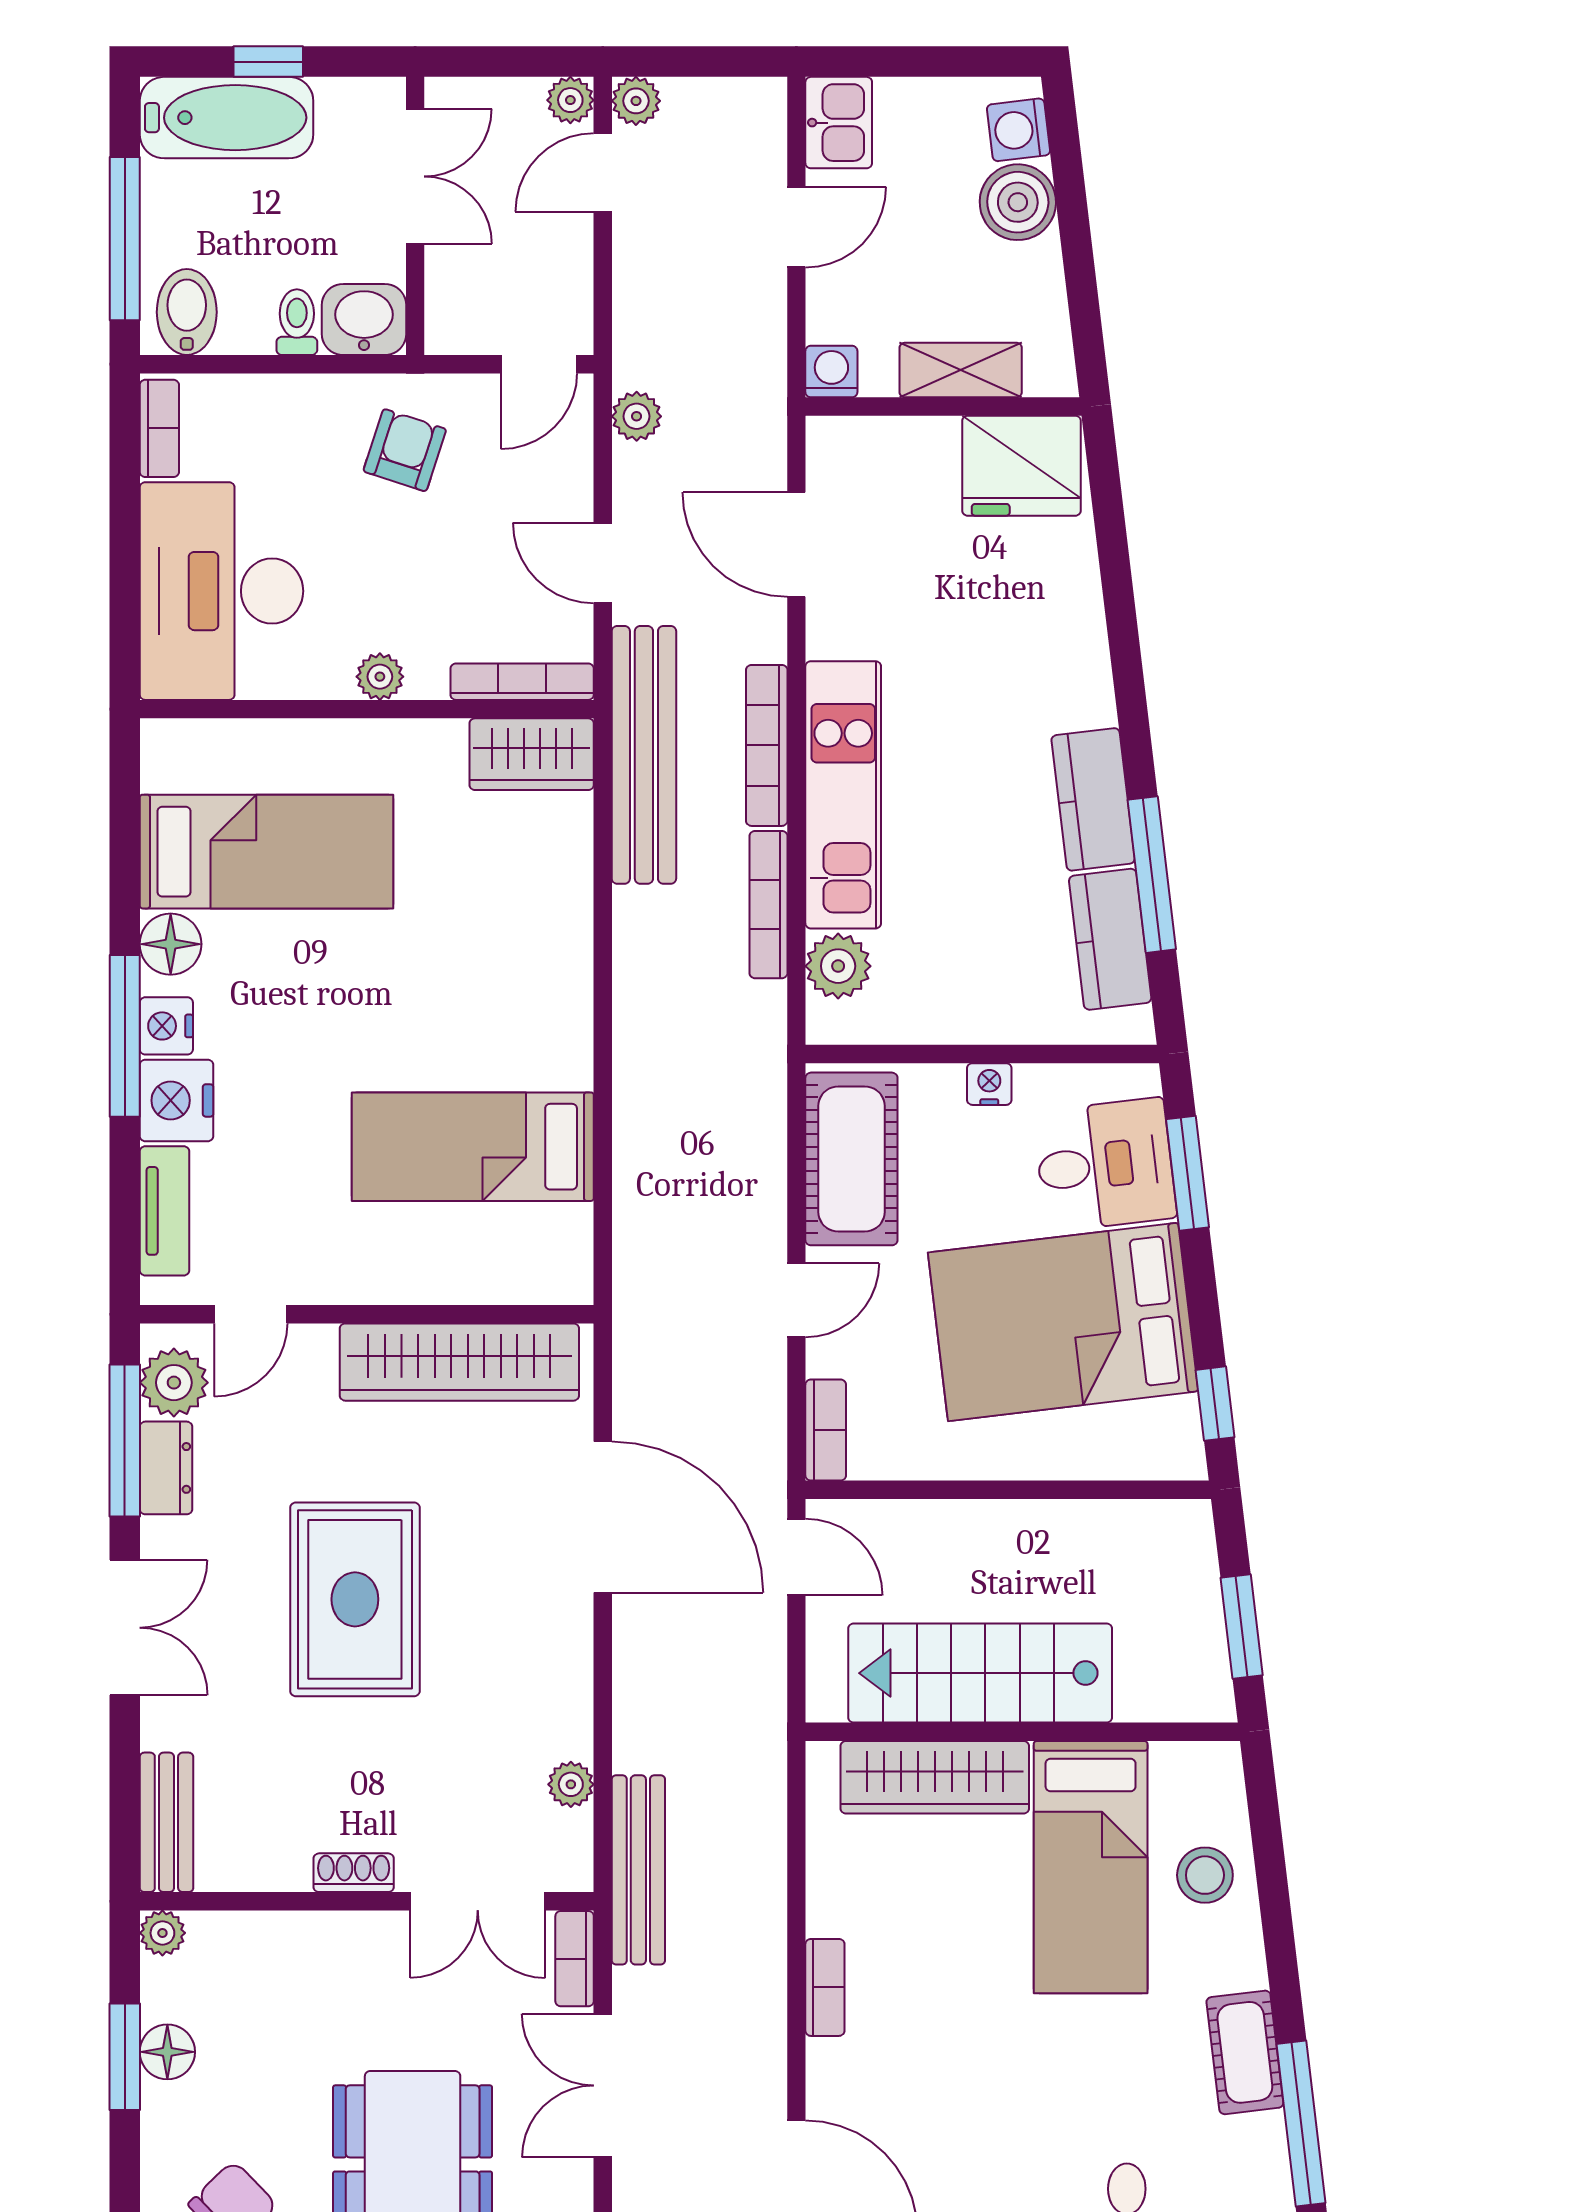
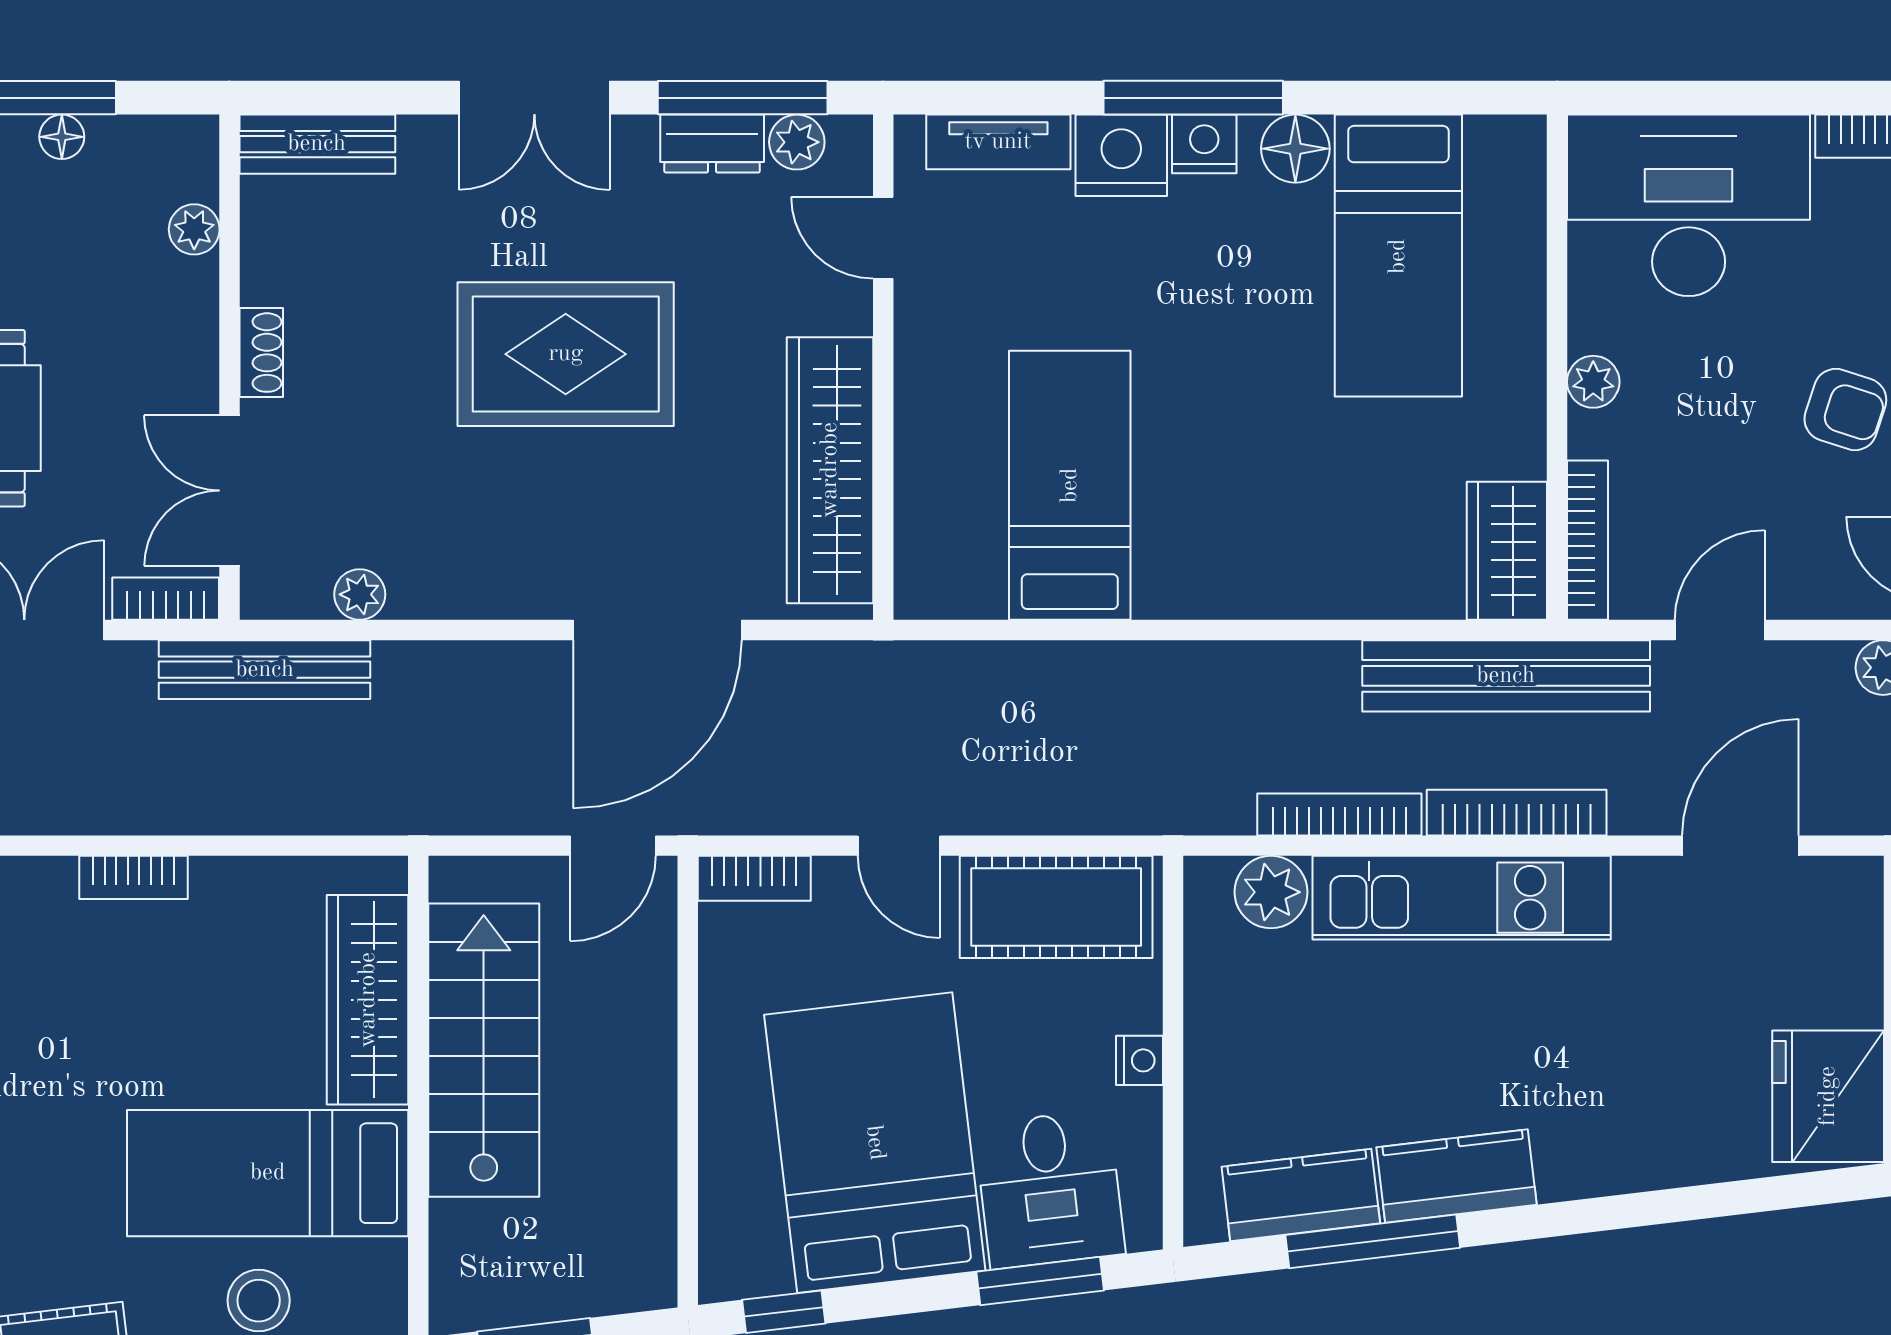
plant: (174, 1383) -> (797, 142), width x0.73, depth x0.73
plant: (162, 1933) -> (194, 229), moved
floor lamp: (167, 2052) -> (62, 137), width x0.73, depth x0.73

